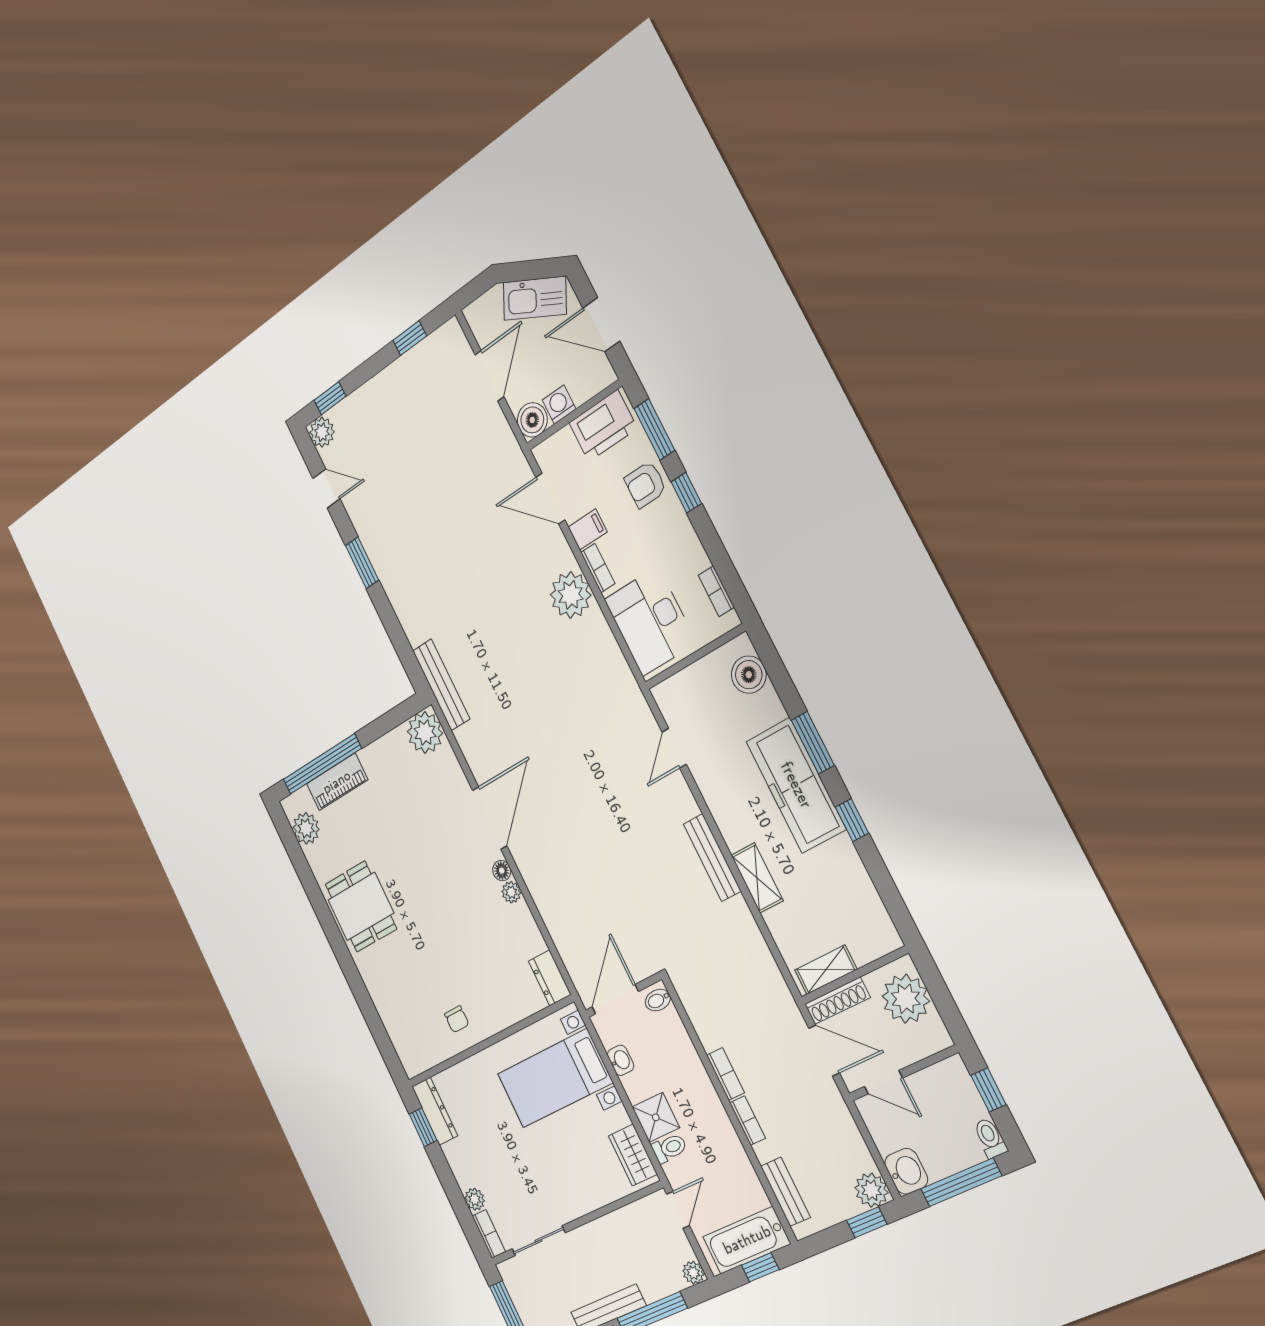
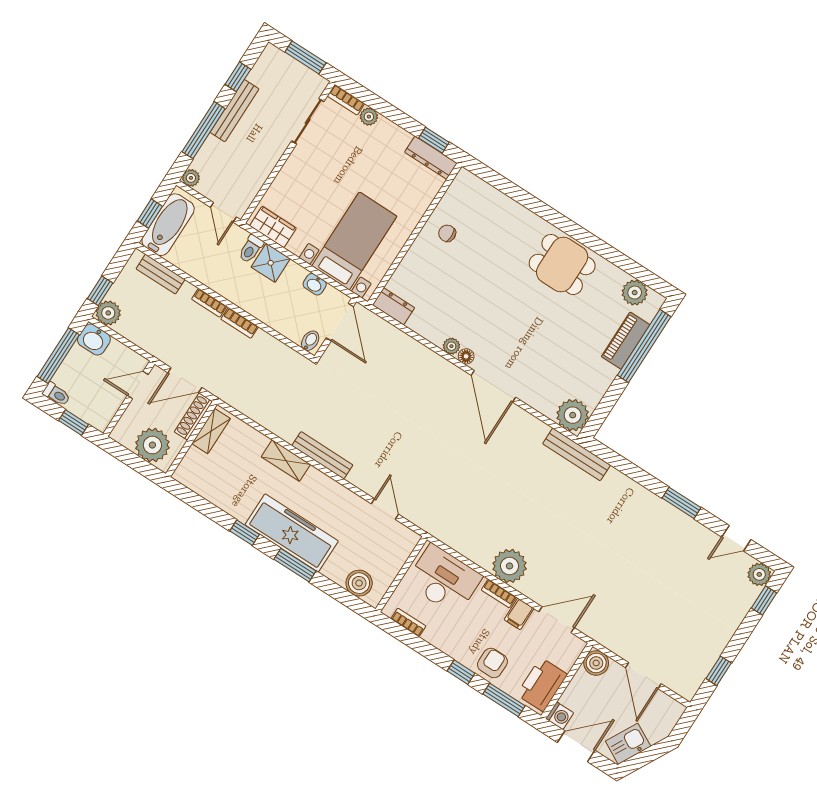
kitchen sink: (535, 298) -> (628, 744), width x0.73
washing machine: (559, 404) -> (560, 716), moved

